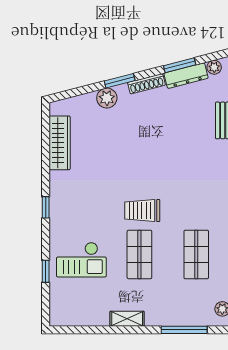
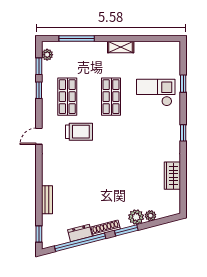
window: (180, 65) -> (80, 242), width x2.11
plant: (214, 67) -> (150, 216), moved
dresser: (186, 76) -> (80, 233), width x0.70
wardrobe: (60, 143) -> (172, 176), width x0.67
trolley: (142, 210) -> (79, 132), moved

